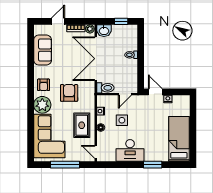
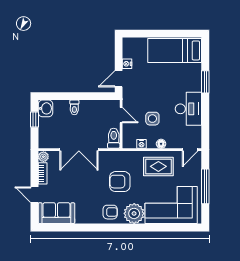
washbasin: (104, 31) -> (45, 108), moved
sofa: (43, 50) -> (56, 213), moved
double door: (96, 59) -> (79, 150), width x0.73

